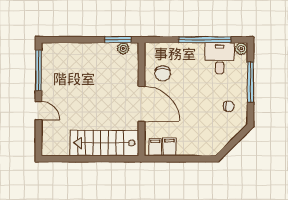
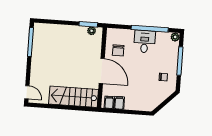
desk: (220, 58) -> (145, 41), moved
door: (38, 111) -> (27, 92), moved

